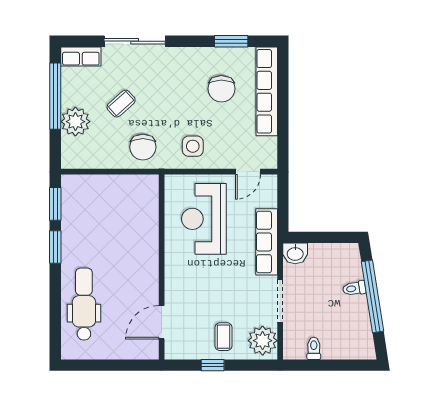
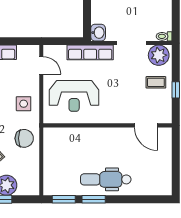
dental chair: (84, 304) -> (106, 179), moved
toilet: (314, 348) -> (164, 36), moved

